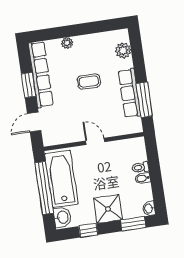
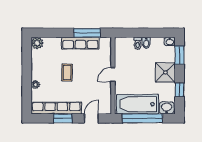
plant: (123, 51) -> (37, 43), moved
door: (34, 122) -> (91, 118), swing flipped

